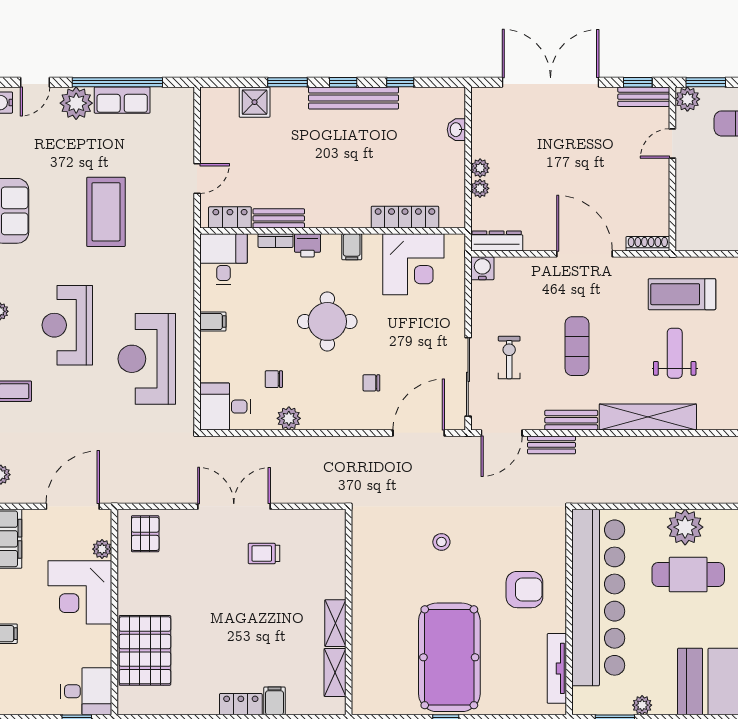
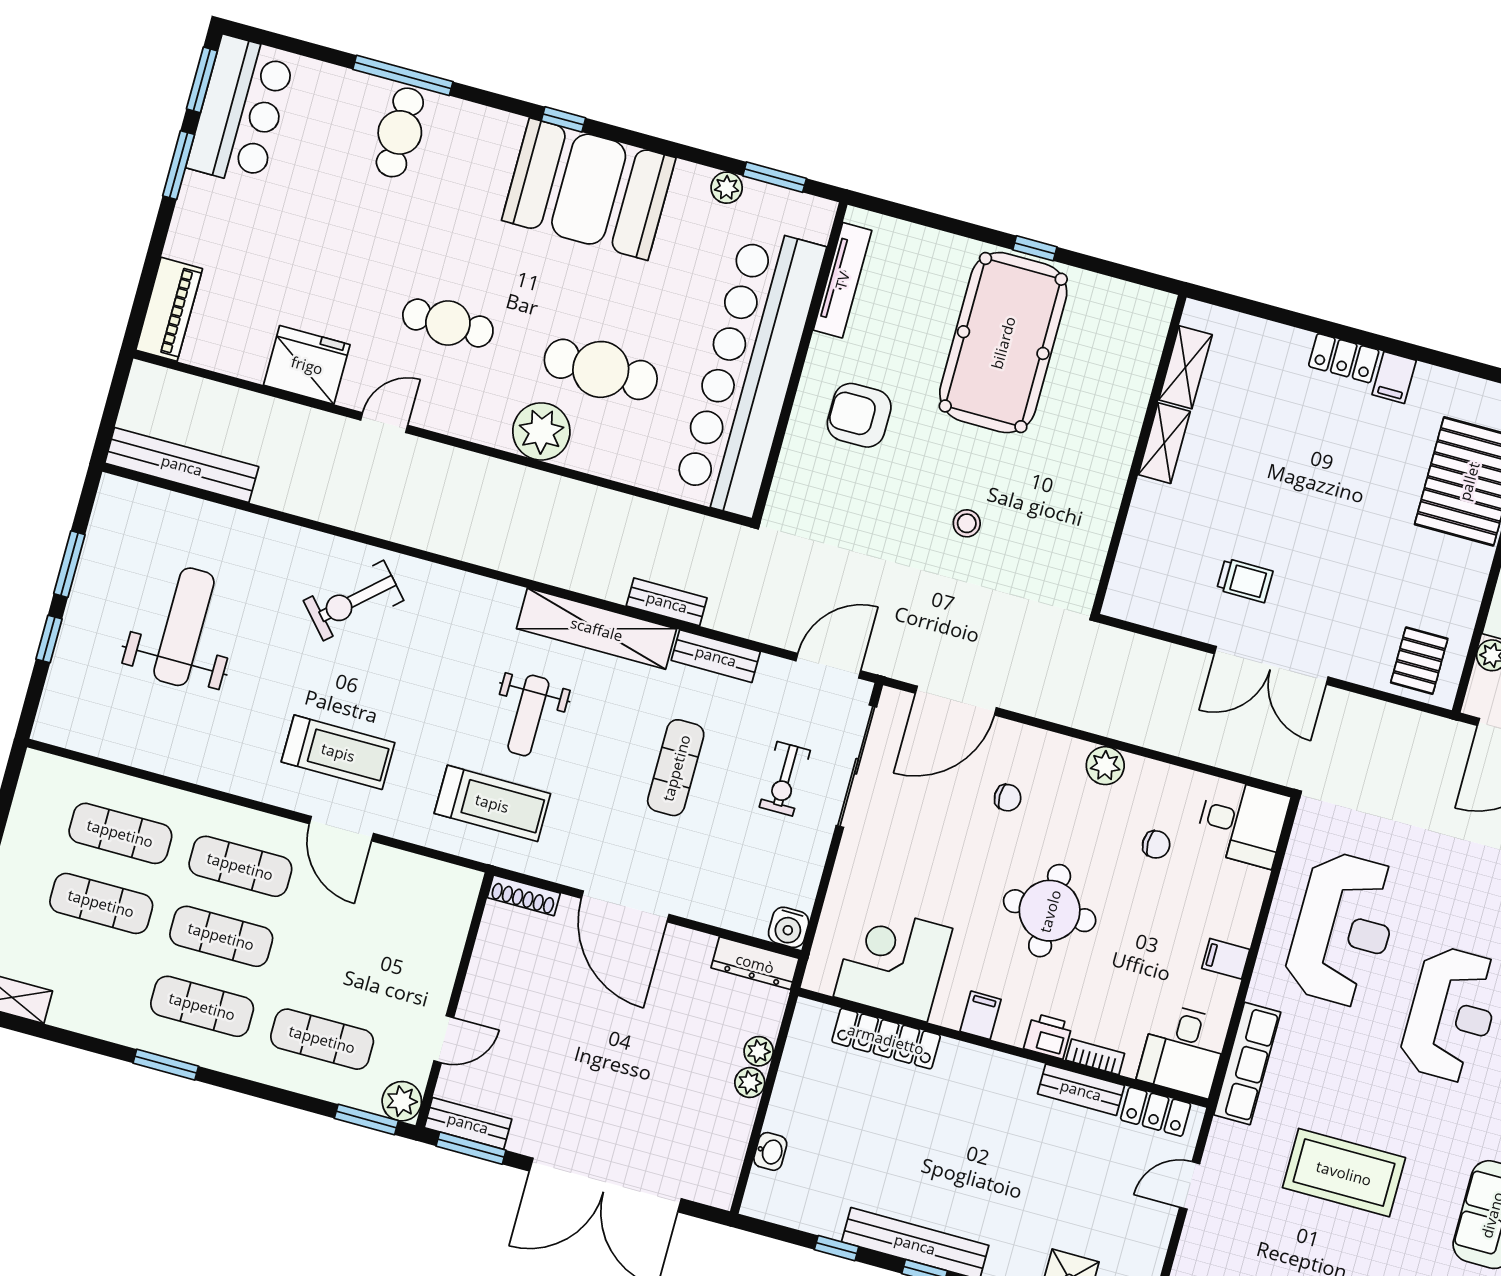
window: (638, 82) -> (471, 1148), width x1.50
coffee table: (106, 212) -> (1344, 1173), turned 90
row of seats: (183, 262) -> (1247, 1063), added
plant: (289, 418) -> (1105, 766), moved
bench: (551, 445) -> (667, 602), moved
plant: (685, 527) -> (541, 431), moved
filing cabinet: (274, 701) -> (1394, 377), moved

